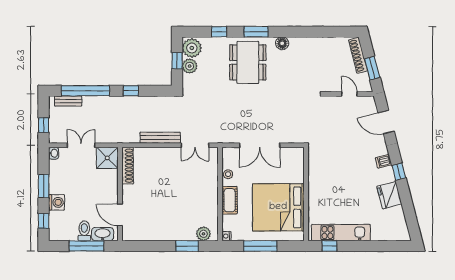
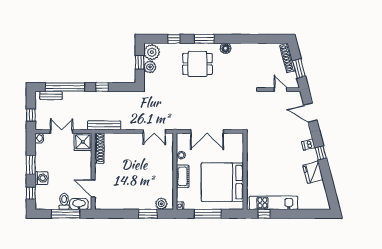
dining table: (248, 62) -> (197, 64), width x0.73
bench: (160, 138) -> (104, 125), moved

